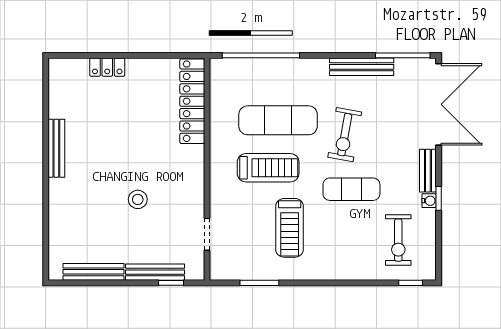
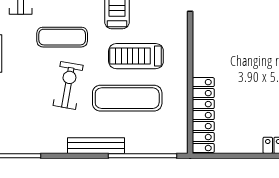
bench: (362, 67) -> (96, 146), moved
stool: (138, 199) -> (252, 28), removed

